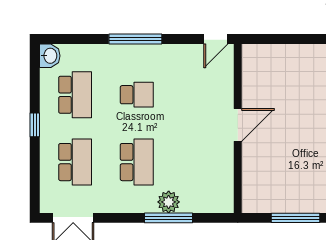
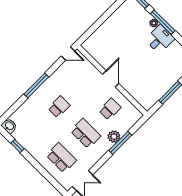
door: (216, 39) -> (68, 54), hinge flipped
school desk: (75, 95) -> (110, 109), moved, width x0.54
window: (35, 125) -> (17, 146), moved

